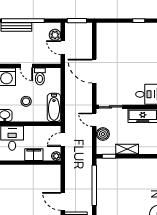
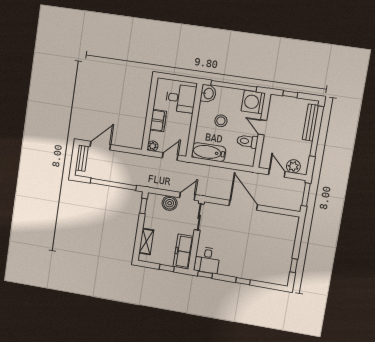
door: (63, 48) -> (277, 173), hinge flipped
door: (26, 66) -> (262, 127), hinge flipped
door: (94, 71) -> (243, 205), hinge flipped
door: (63, 140) -> (170, 157), hinge flipped
shelving: (127, 149) -> (146, 241), moved

